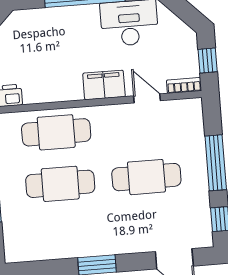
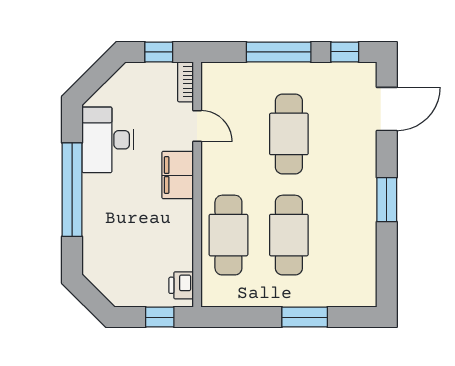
door: (147, 98) -> (197, 126), swing flipped

